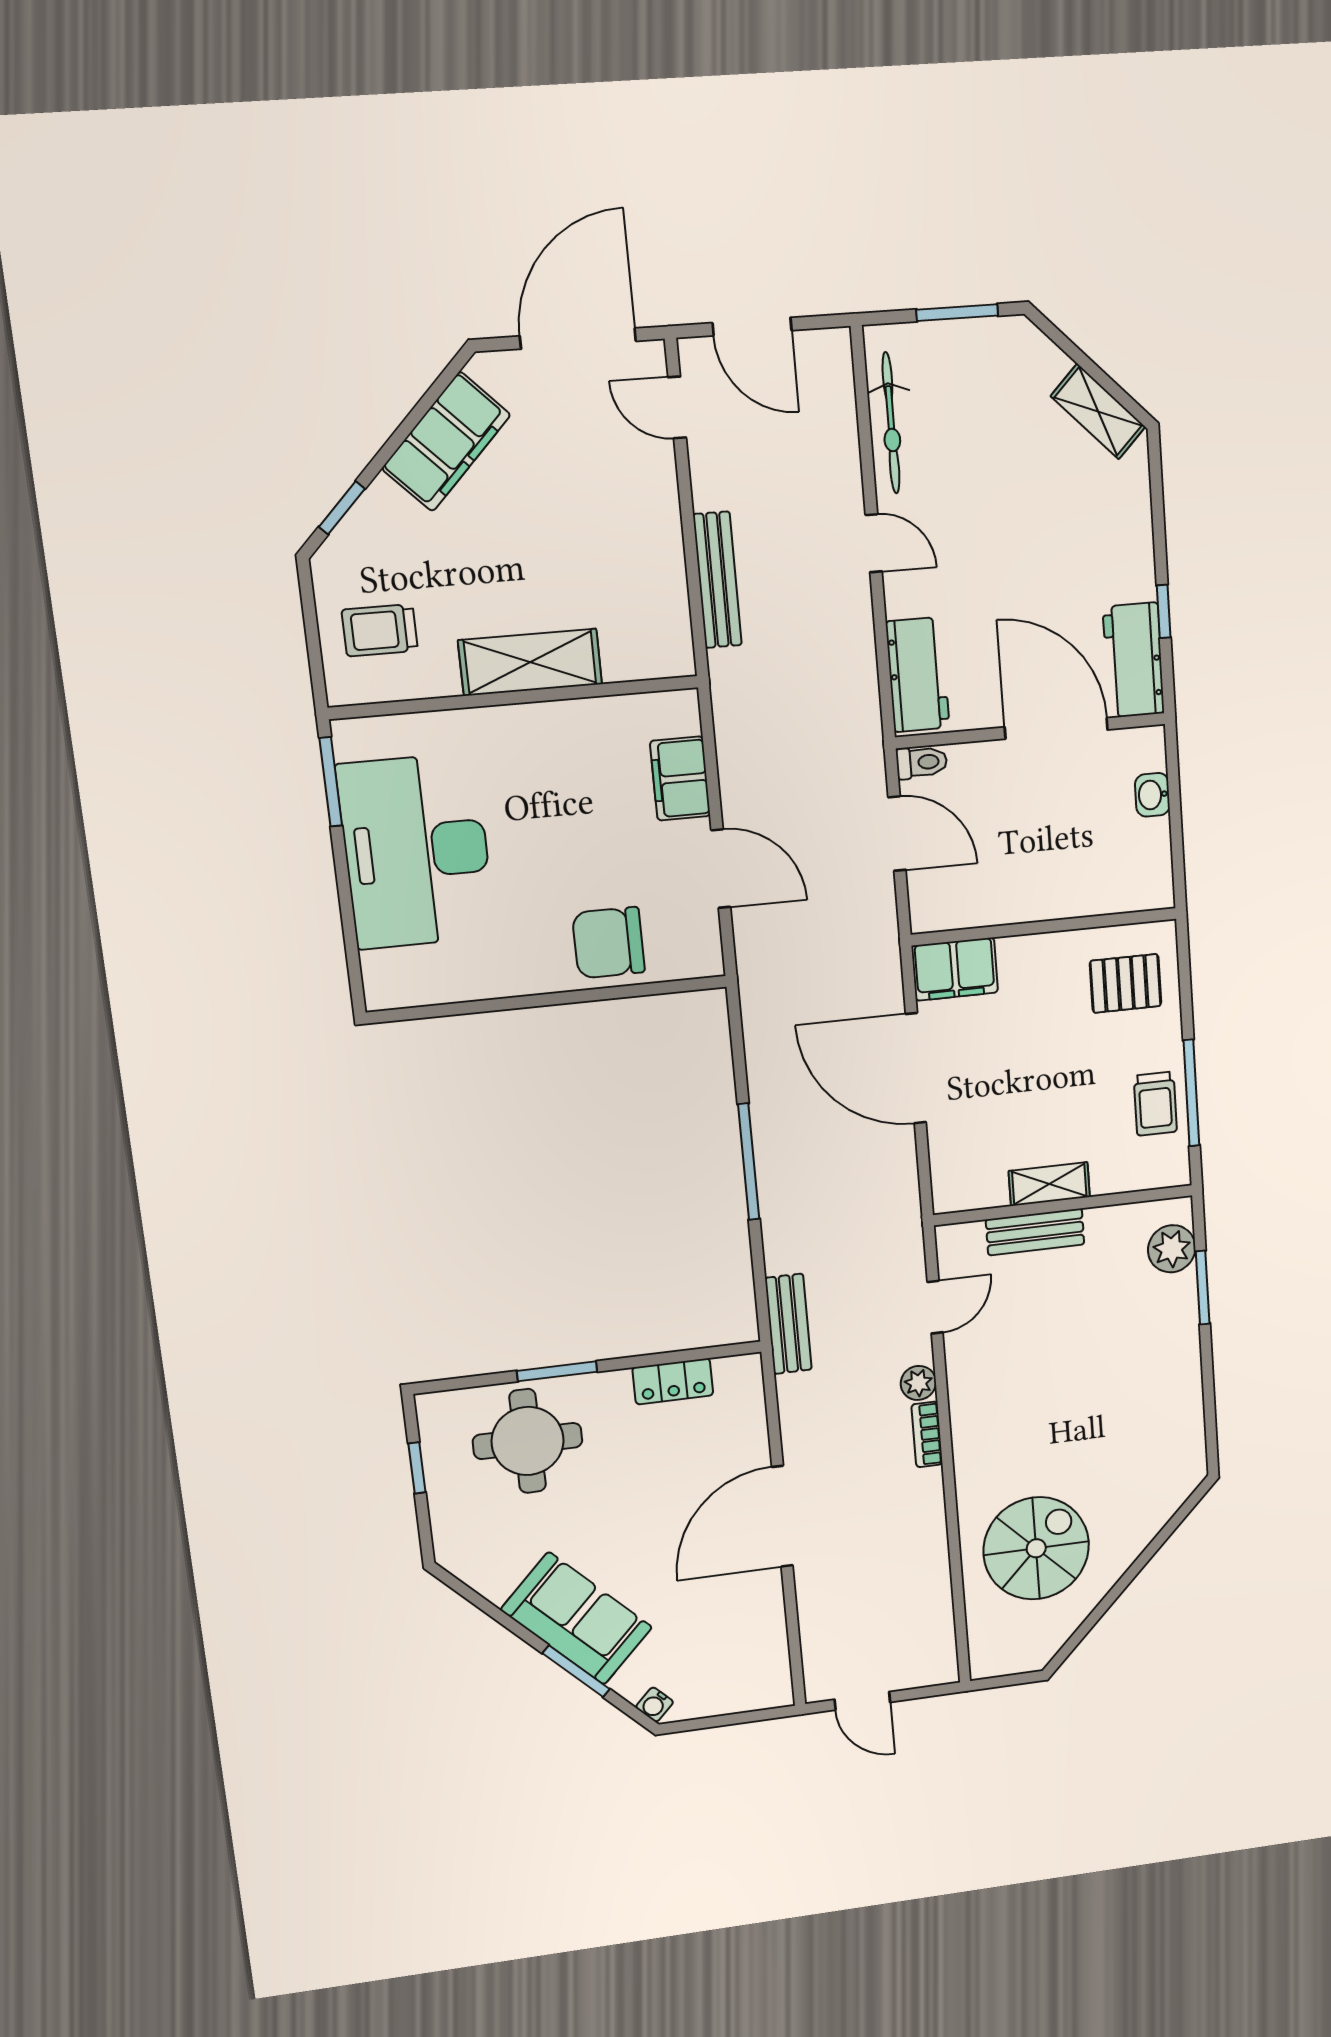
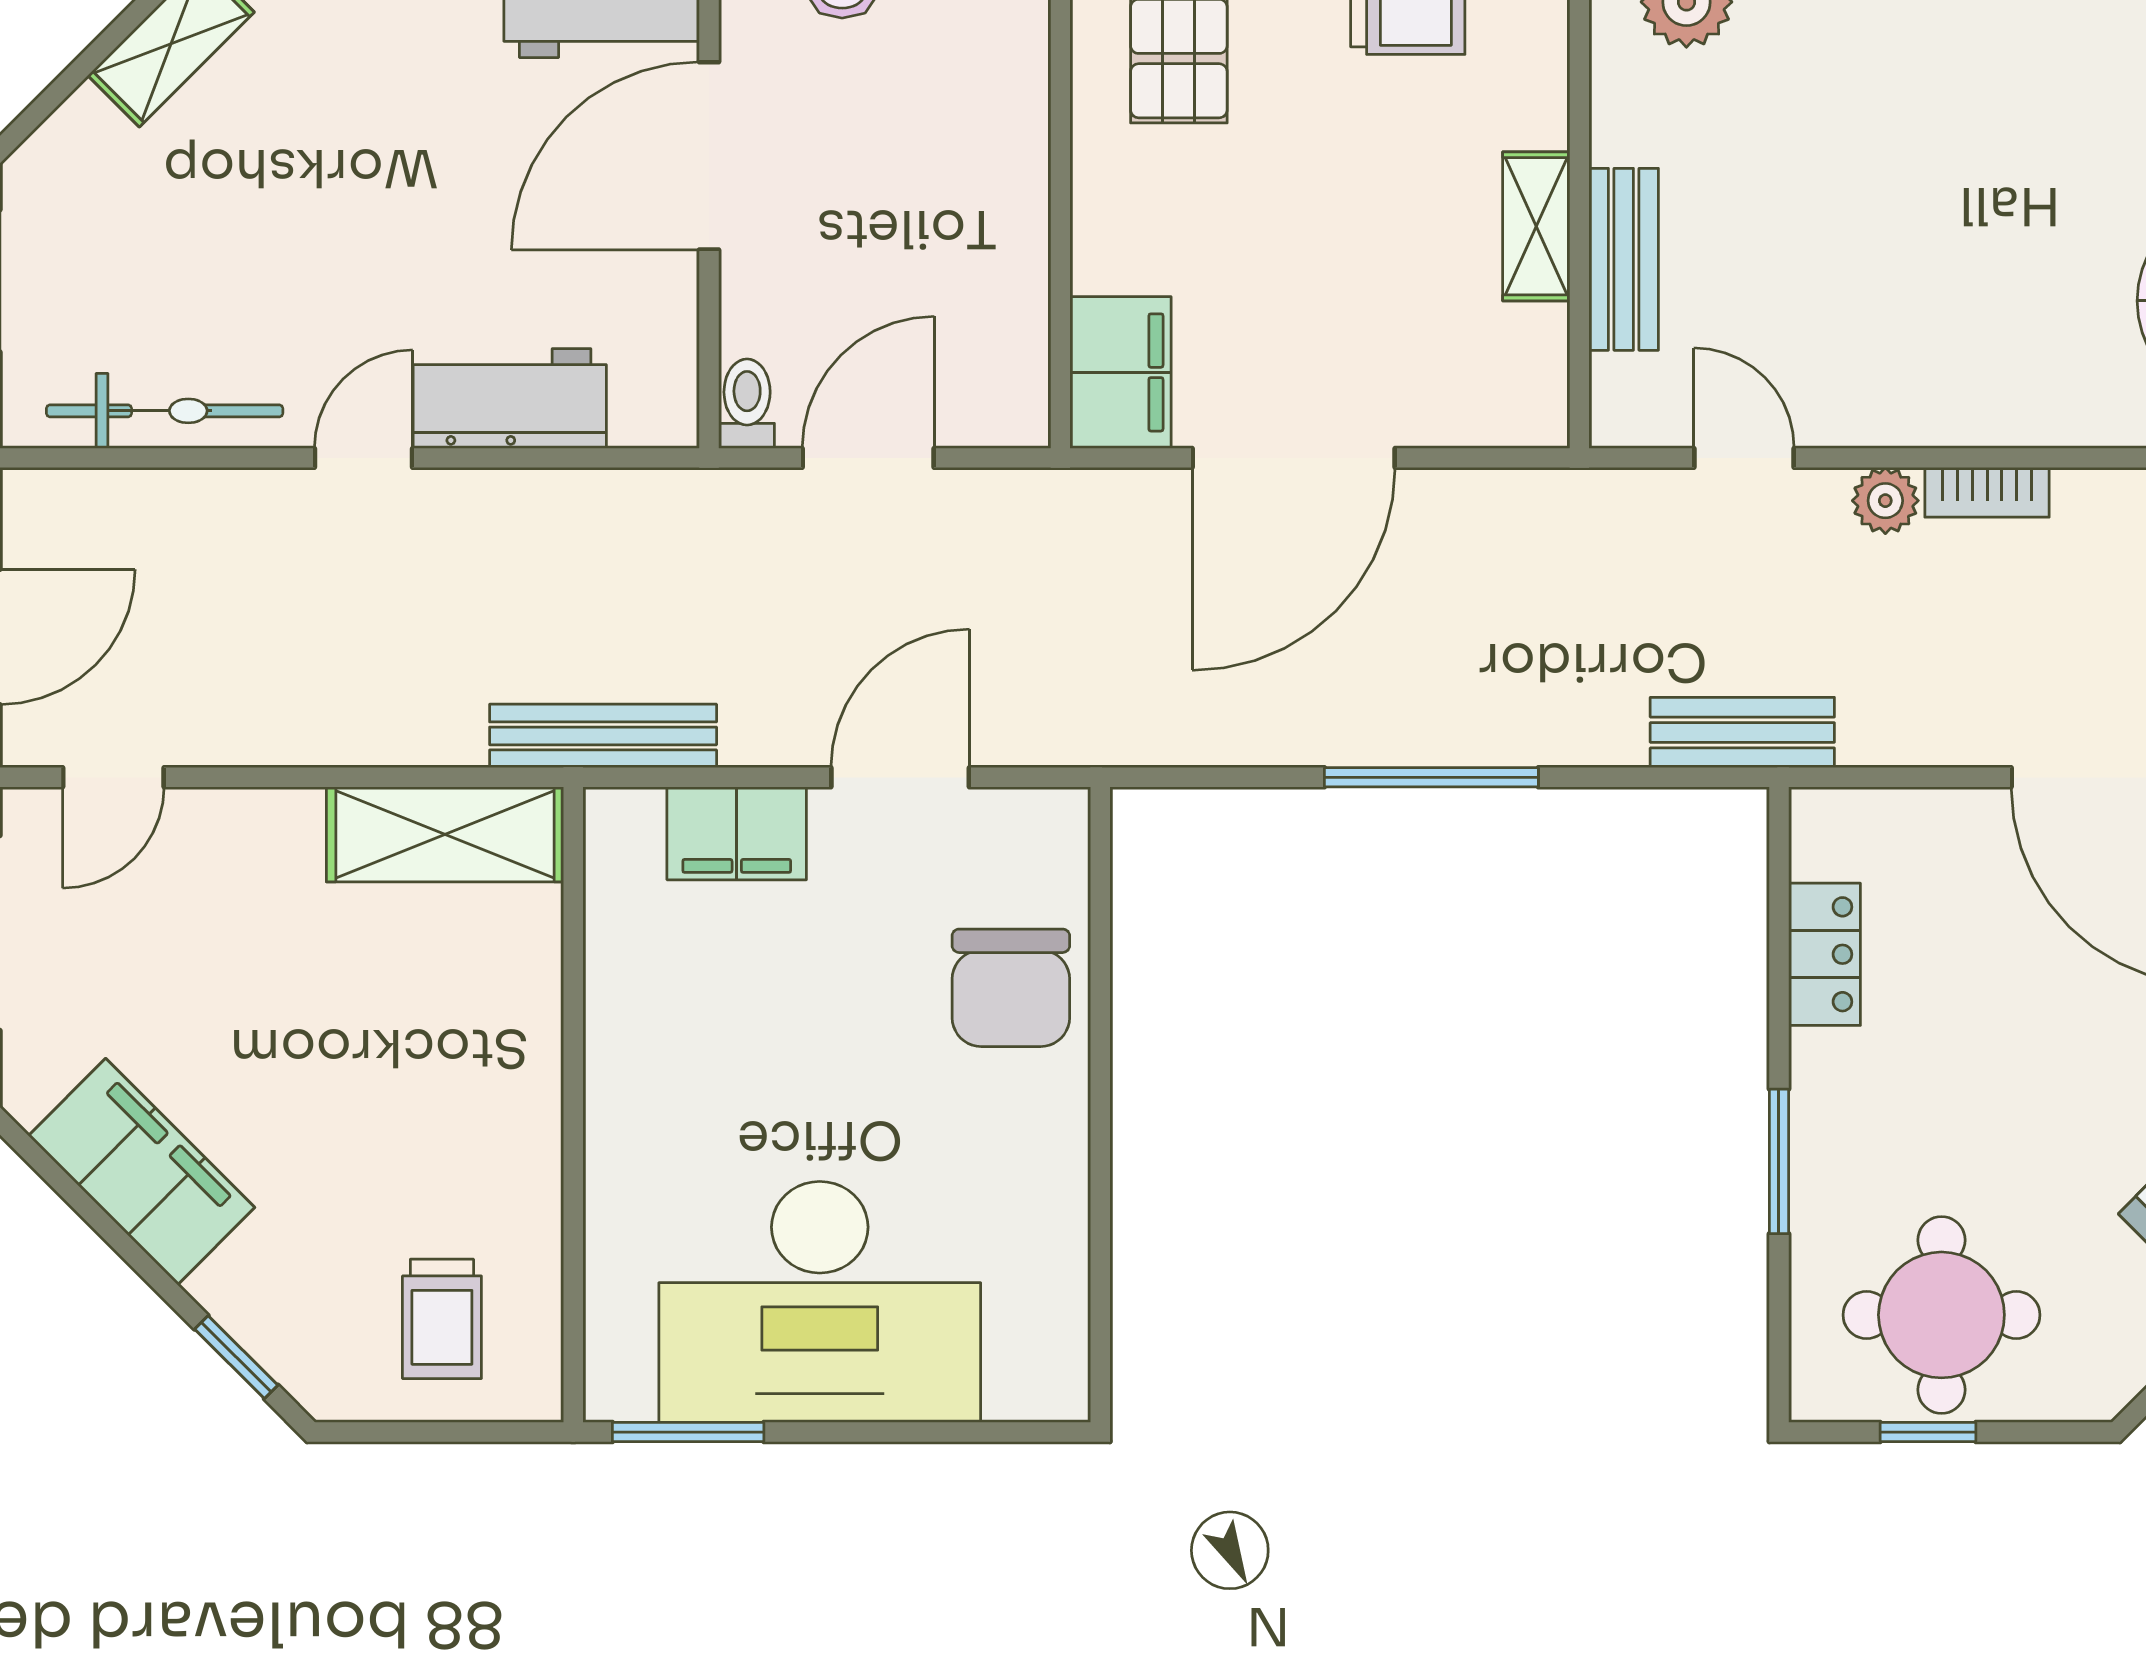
bench: (717, 580) -> (603, 736), moved
shelving: (530, 662) -> (445, 834), moved, turned 90
workbench: (918, 675) -> (510, 398), moved
round table: (528, 1441) -> (1941, 1315), moved

